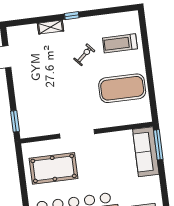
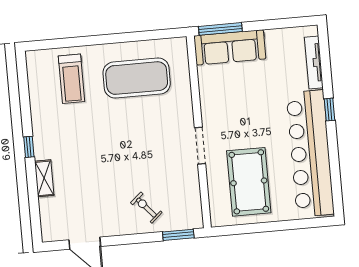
exercise bike: (84, 55) -> (146, 208), moved
exercise mat: (122, 88) -> (137, 78), turned 90
doorway: (77, 134) -> (200, 146), width x0.73

